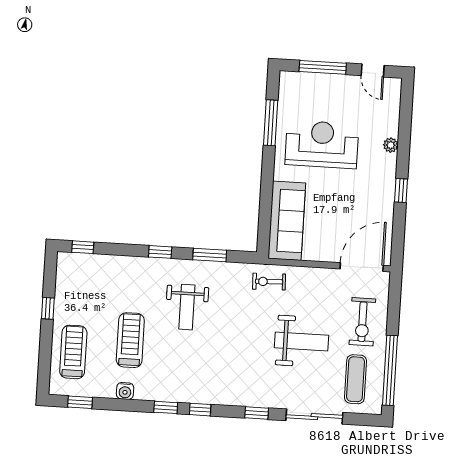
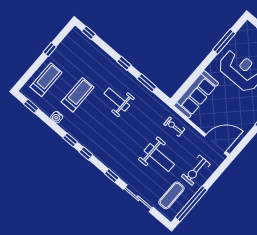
exercise bike: (269, 282) -> (174, 127), moved
weight bench: (187, 307) -> (117, 99), turned 90

